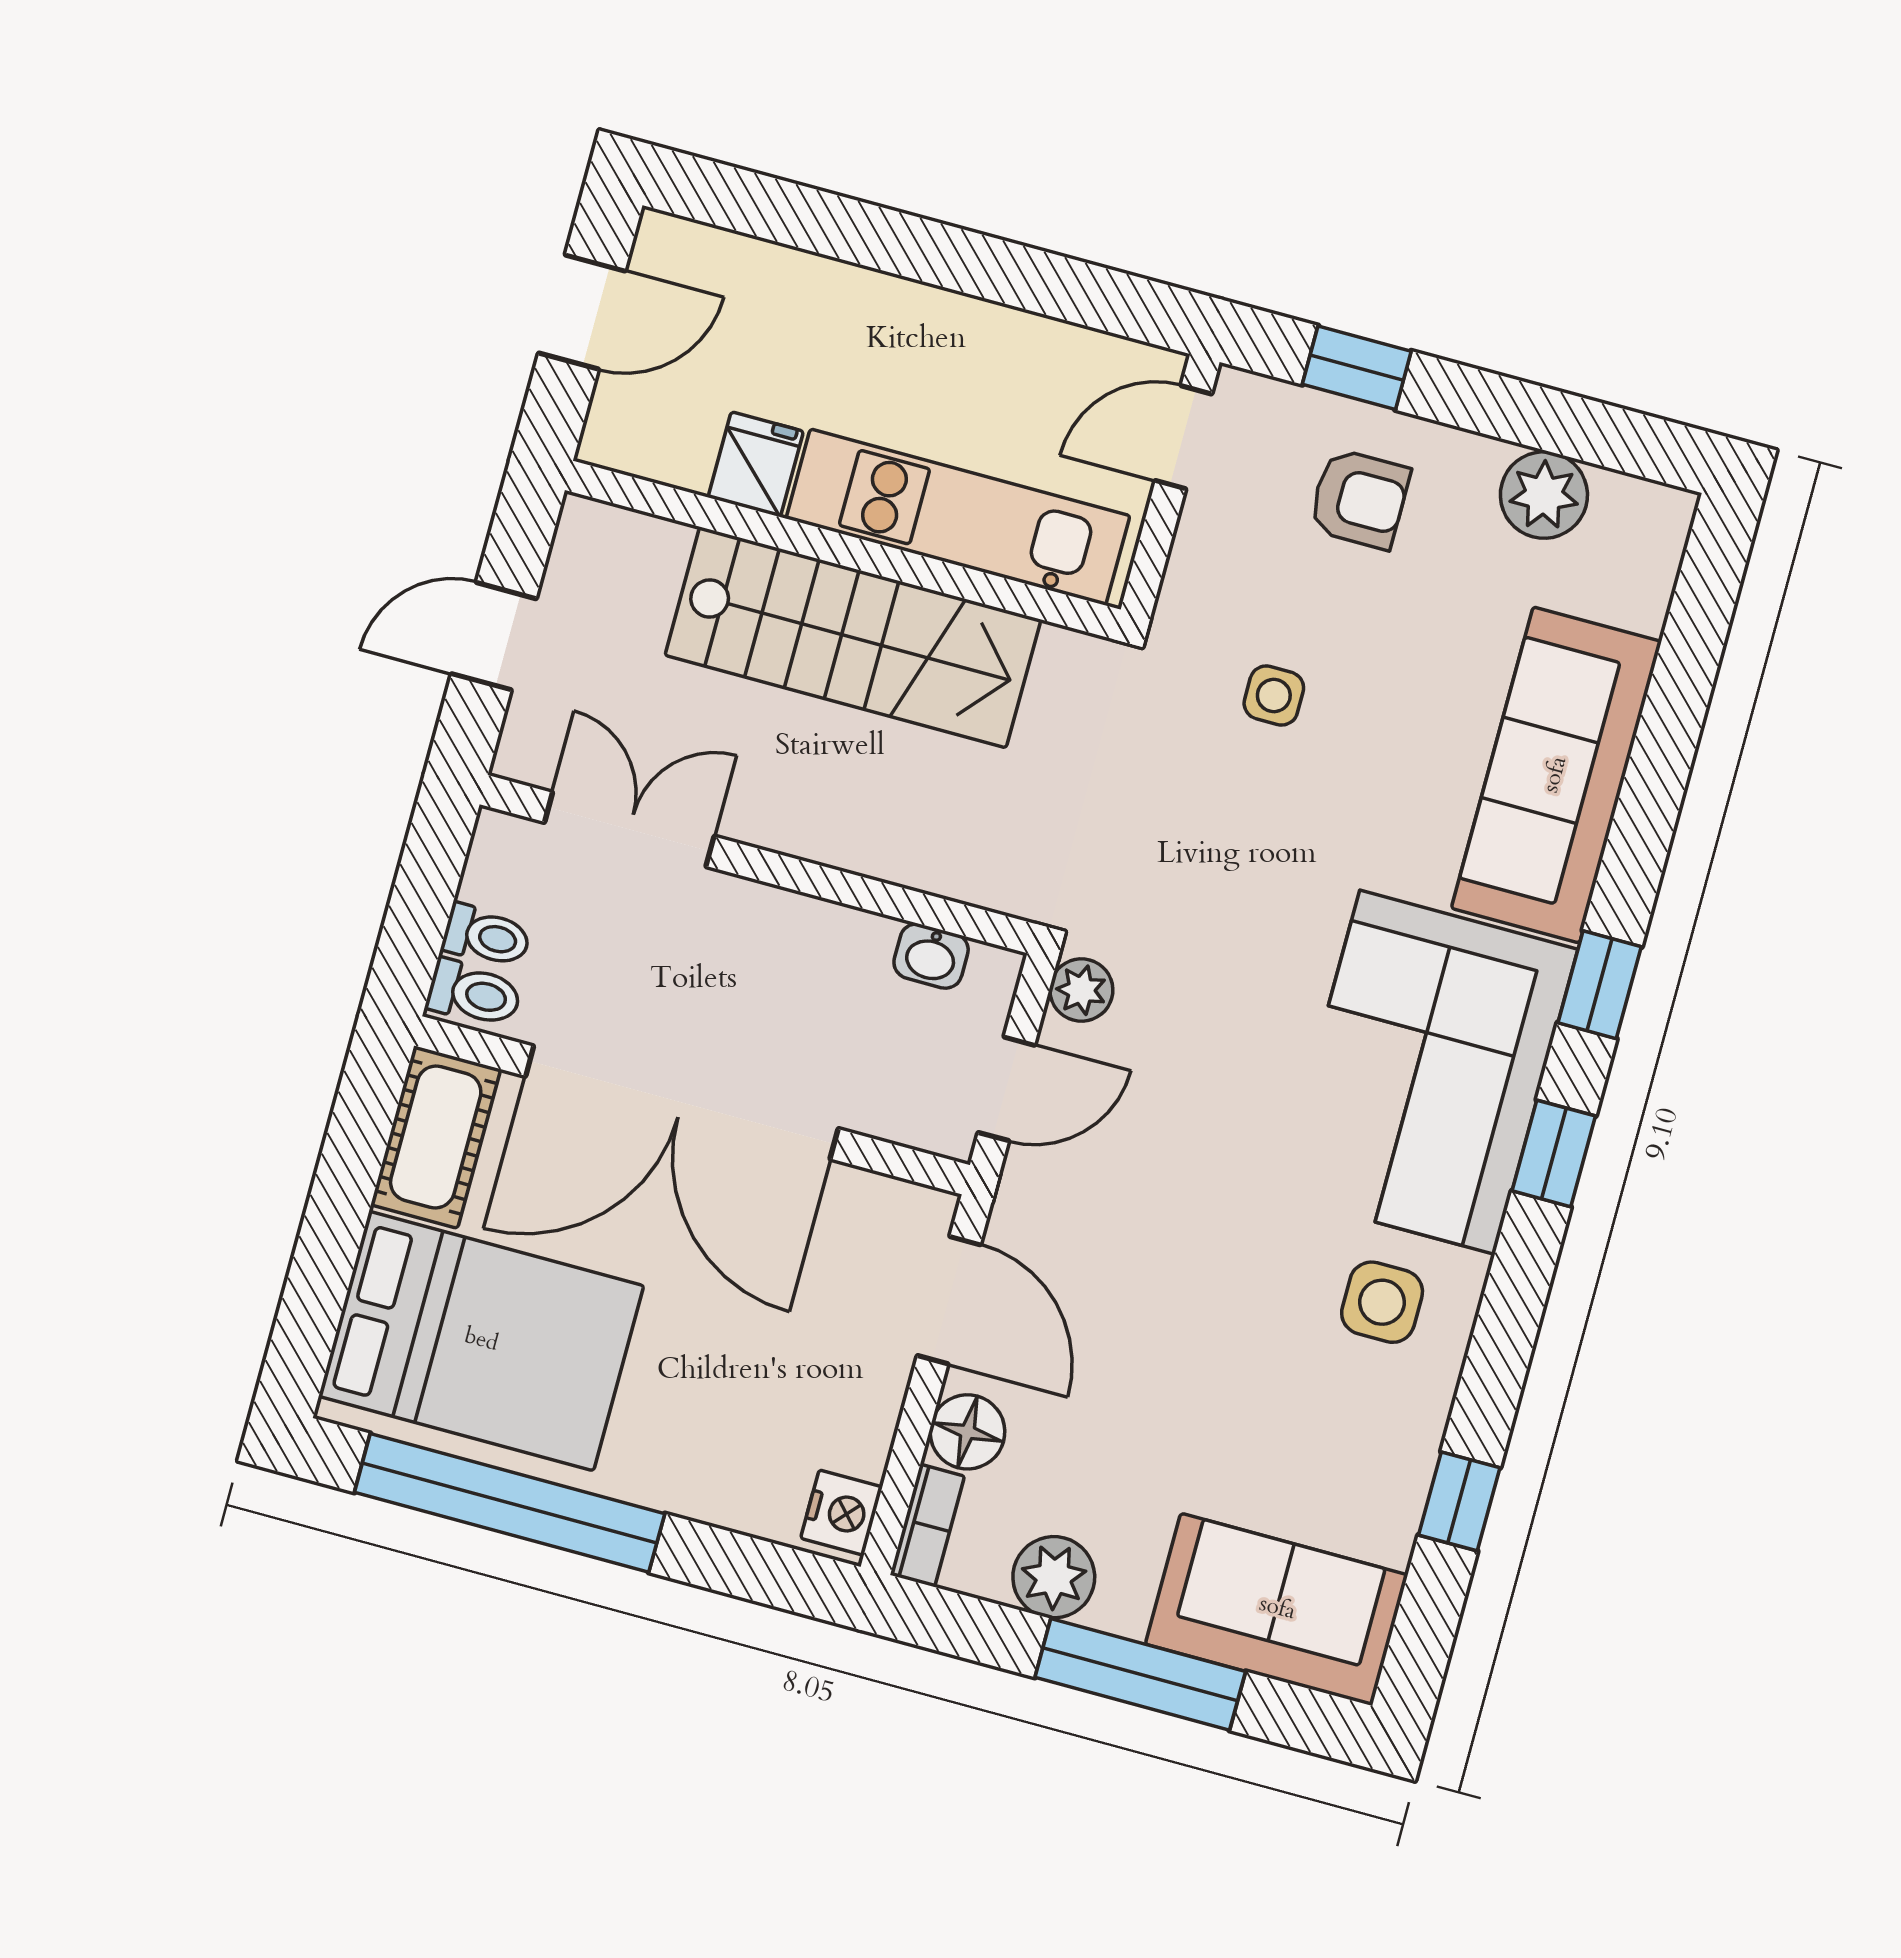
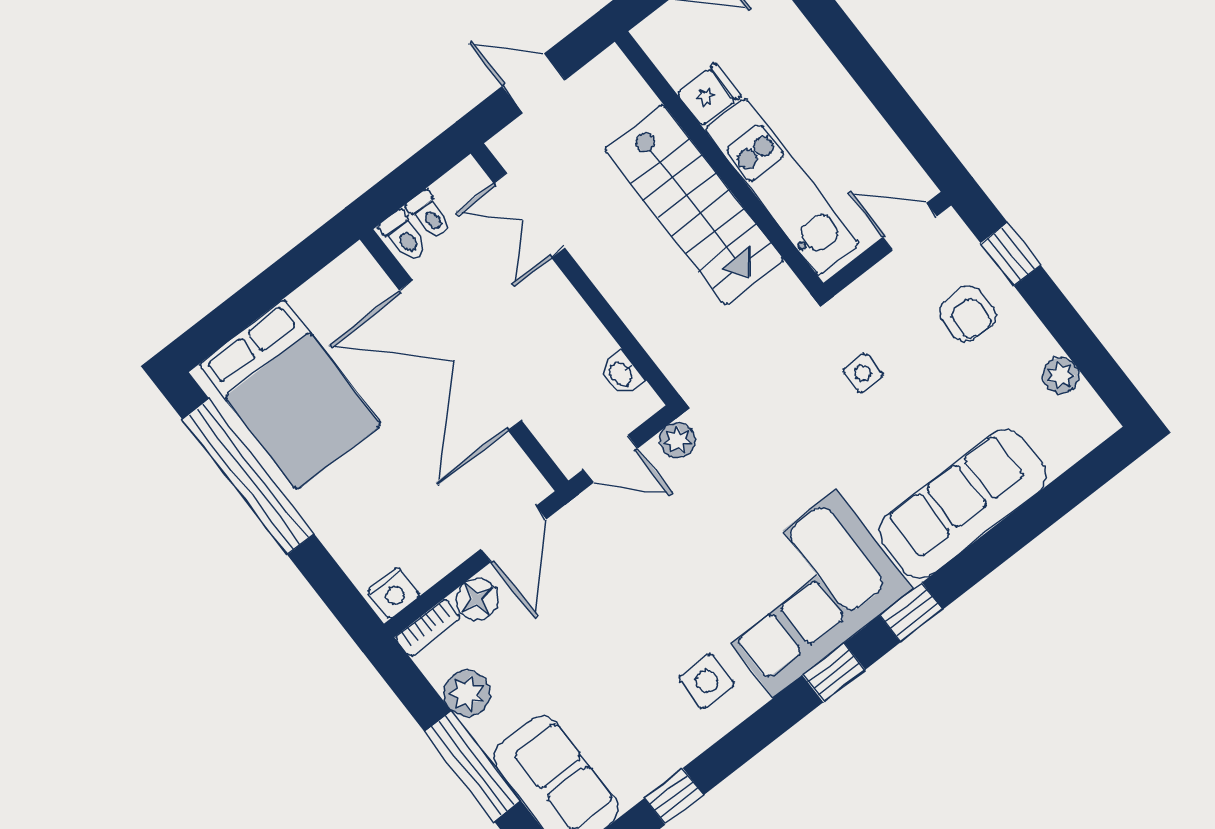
plant: (1544, 495) -> (1061, 375), width x0.73, depth x0.73
double door: (629, 829) -> (529, 215), swing flipped
cot: (436, 1137) -> (339, 288), removed

